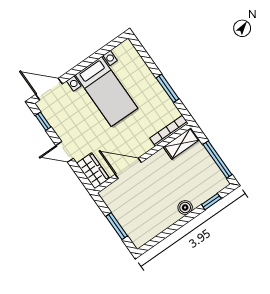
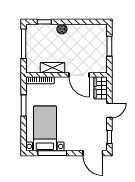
window: (96, 56) -> (52, 153), added
bed with nightstands: (106, 92) -> (45, 128), moved
shelving: (181, 143) -> (52, 68), moved
door: (65, 152) -> (109, 110), hinge flipped

